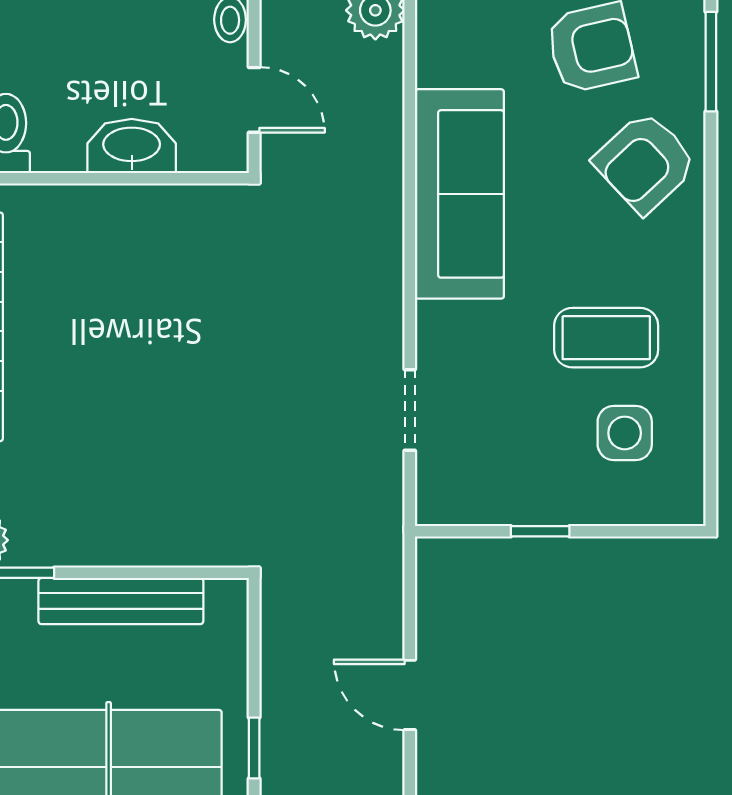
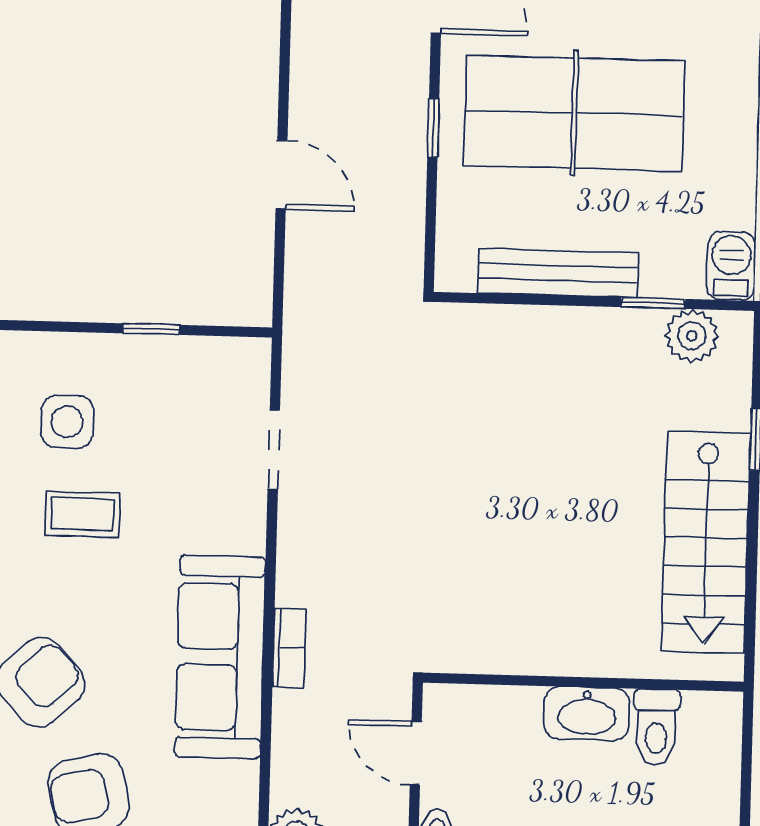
washbasin: (132, 146) -> (587, 713), moved
bookcase: (388, 205) -> (289, 648), added
coffee table: (606, 338) -> (82, 514), width x0.73, depth x0.77

